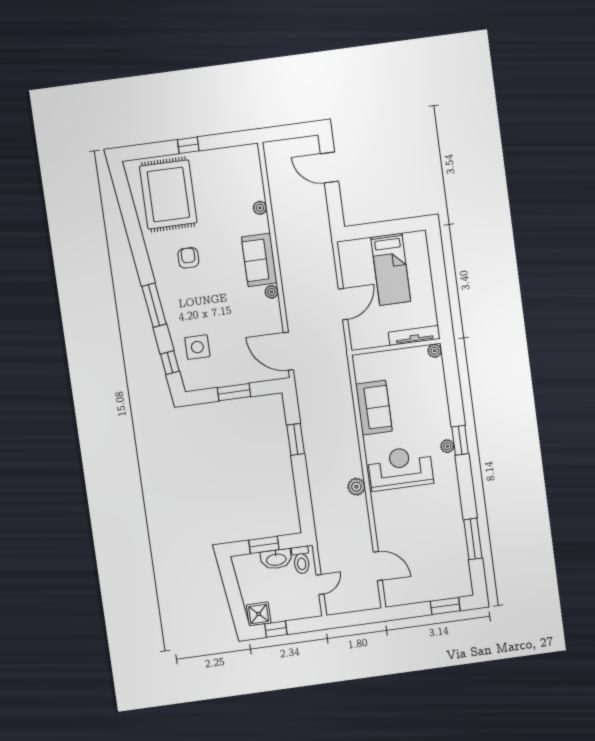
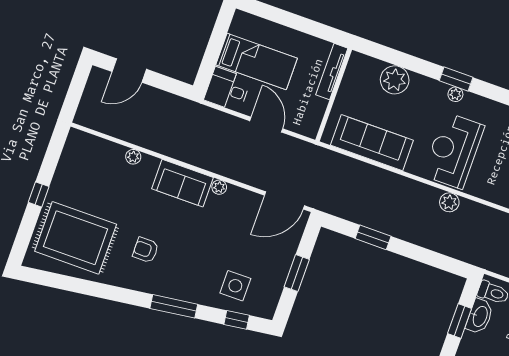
desk: (355, 257) -> (227, 90), added
plant: (435, 351) -> (395, 80), moved, width x1.88, depth x1.88
sofa: (374, 408) -> (372, 143), width x1.36

